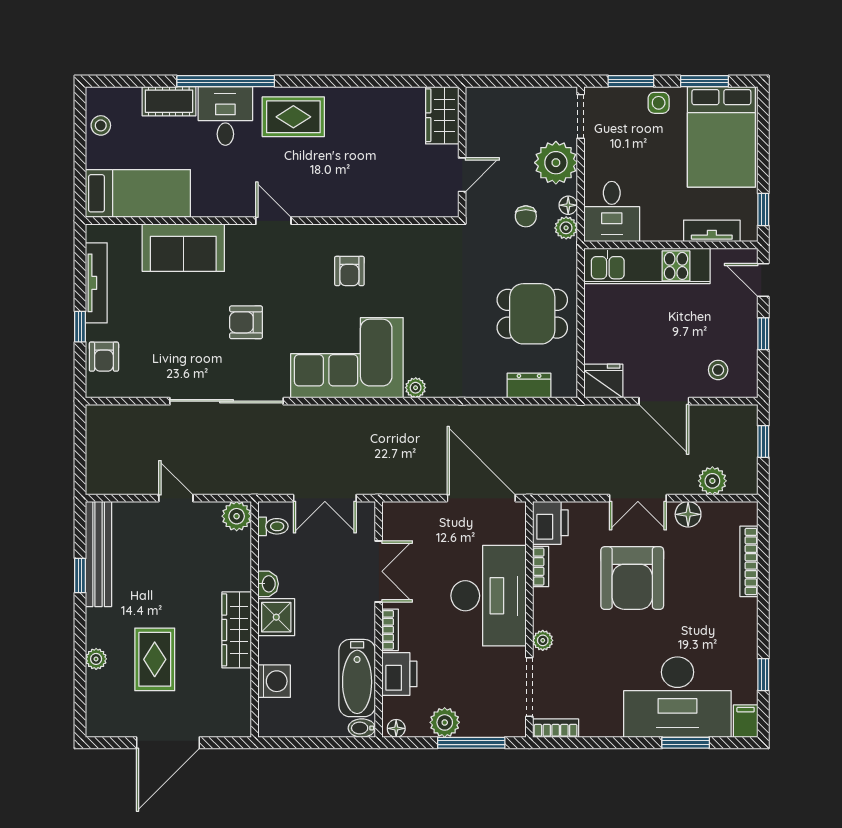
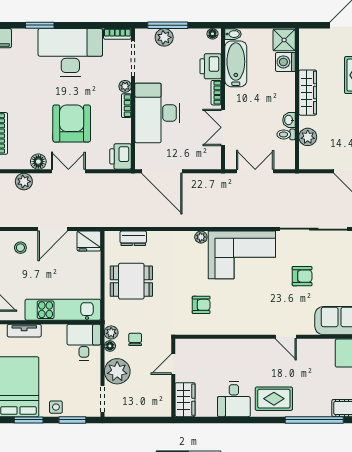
desk: (225, 116) -> (234, 399), moved
armchair: (349, 271) -> (201, 305), moved, turned 90
door: (664, 401) -> (53, 229), swing flipped
plant: (237, 516) -> (308, 137), moved
toilet: (273, 526) -> (286, 134), moved
bookcase: (541, 567) -> (126, 106), moved
shower: (276, 617) -> (284, 40), moved
desk: (677, 697) -> (70, 52), moved
plant: (445, 722) -> (164, 37), moved

